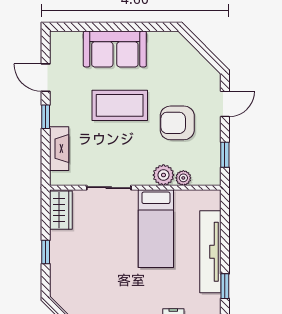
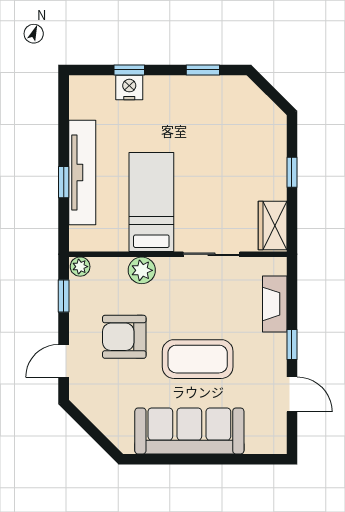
sofa: (115, 49) -> (189, 431), width x1.36
armchair: (177, 123) -> (124, 337), turned 180
plant: (183, 178) -> (80, 267), moved
window: (225, 286) -> (64, 182), moved

